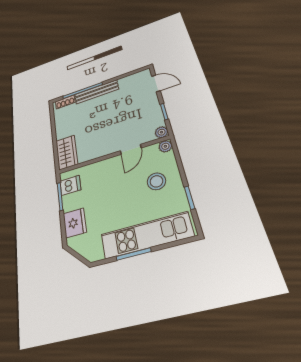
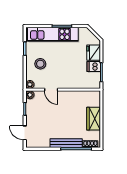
door: (131, 149) -> (51, 90), swing flipped
wardrobe: (67, 152) -> (94, 119), moved
dishwasher: (70, 185) -> (94, 66), moved

